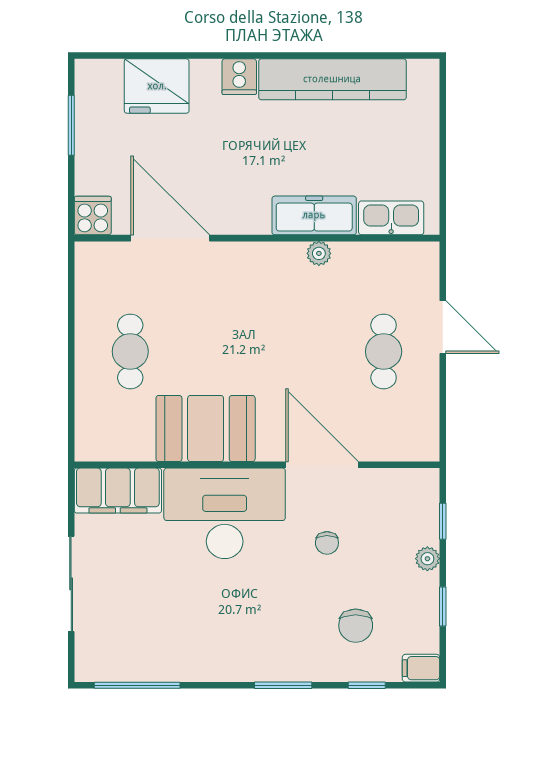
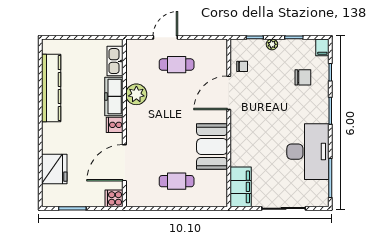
cooker: (239, 77) -> (115, 125), moved, turned 180
plant: (319, 253) -> (136, 94), width x1.88, depth x1.88
desk: (225, 513) -> (308, 152), moved, turned 180
chair: (327, 543) -> (242, 66), moved

